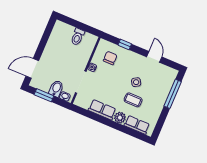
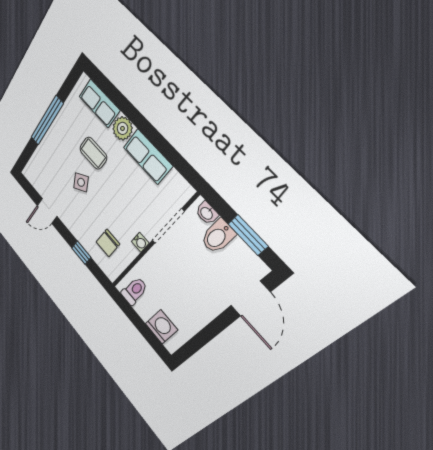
washing machine: (67, 31) -> (161, 327), added
toilet: (78, 37) -> (134, 291), moved
door: (154, 57) -> (47, 211), hinge flipped
door: (32, 68) -> (250, 299), hinge flipped
window: (173, 94) -> (47, 121), moved

